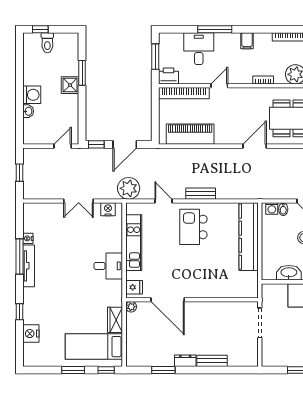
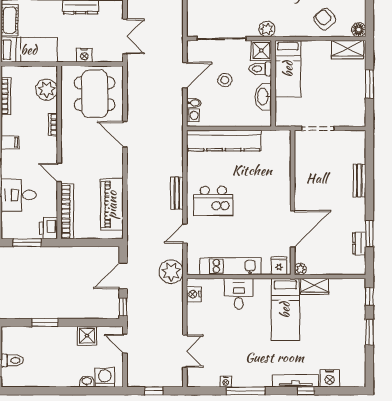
shower: (70, 85) -> (87, 336), moved
washing machine: (32, 95) -> (105, 377), moved
door: (125, 144) -> (123, 276), swing flipped
double door: (79, 201) -> (185, 351), moved
tv unit: (29, 266) -> (296, 381), moved
desk: (108, 266) -> (239, 294), moved
bed: (94, 347) -> (285, 310), moved
dresser: (185, 361) -> (359, 243), moved

